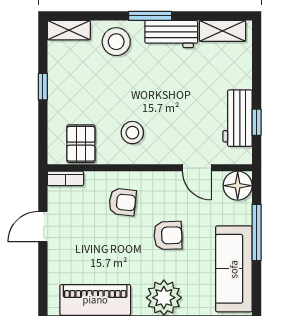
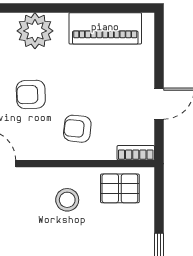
pallet: (81, 144) -> (120, 188), turned 90

